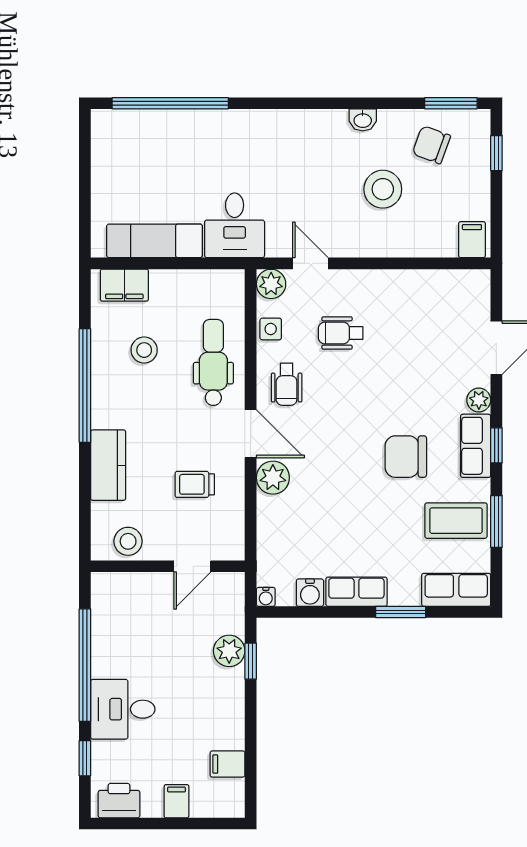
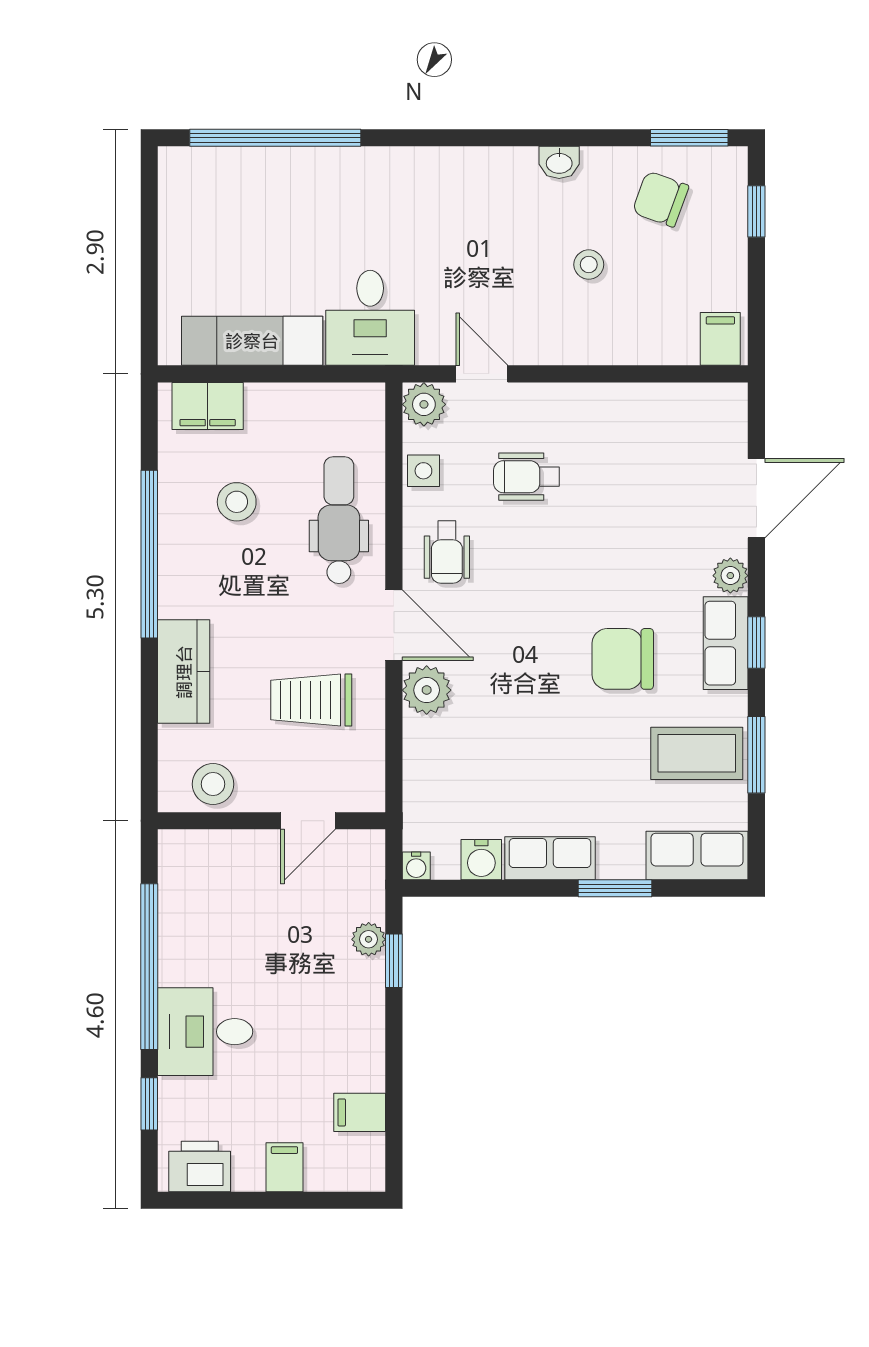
stool: (383, 189) -> (589, 265), width x0.53, depth x0.53
trolley: (195, 484) -> (311, 700), width x1.36, depth x1.39
plant: (229, 651) -> (369, 939), width x0.73, depth x0.73

